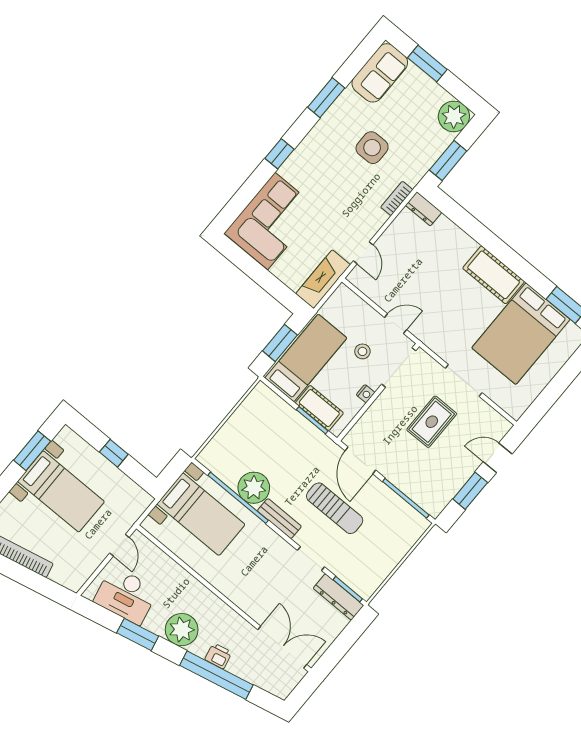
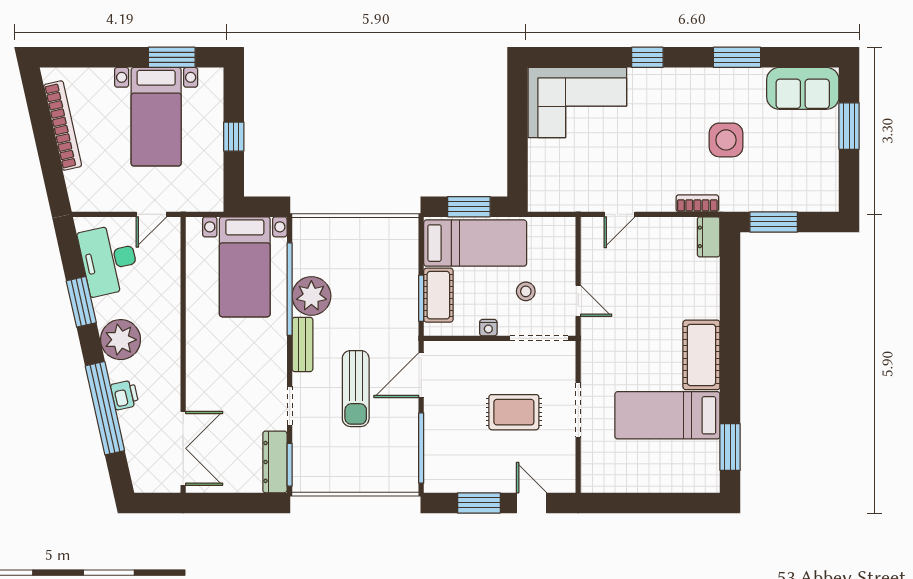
plant: (454, 116) -> (820, 193), removed
fireplace: (323, 279) -> (563, 197), removed
bed: (521, 334) -> (667, 415), width x0.67

